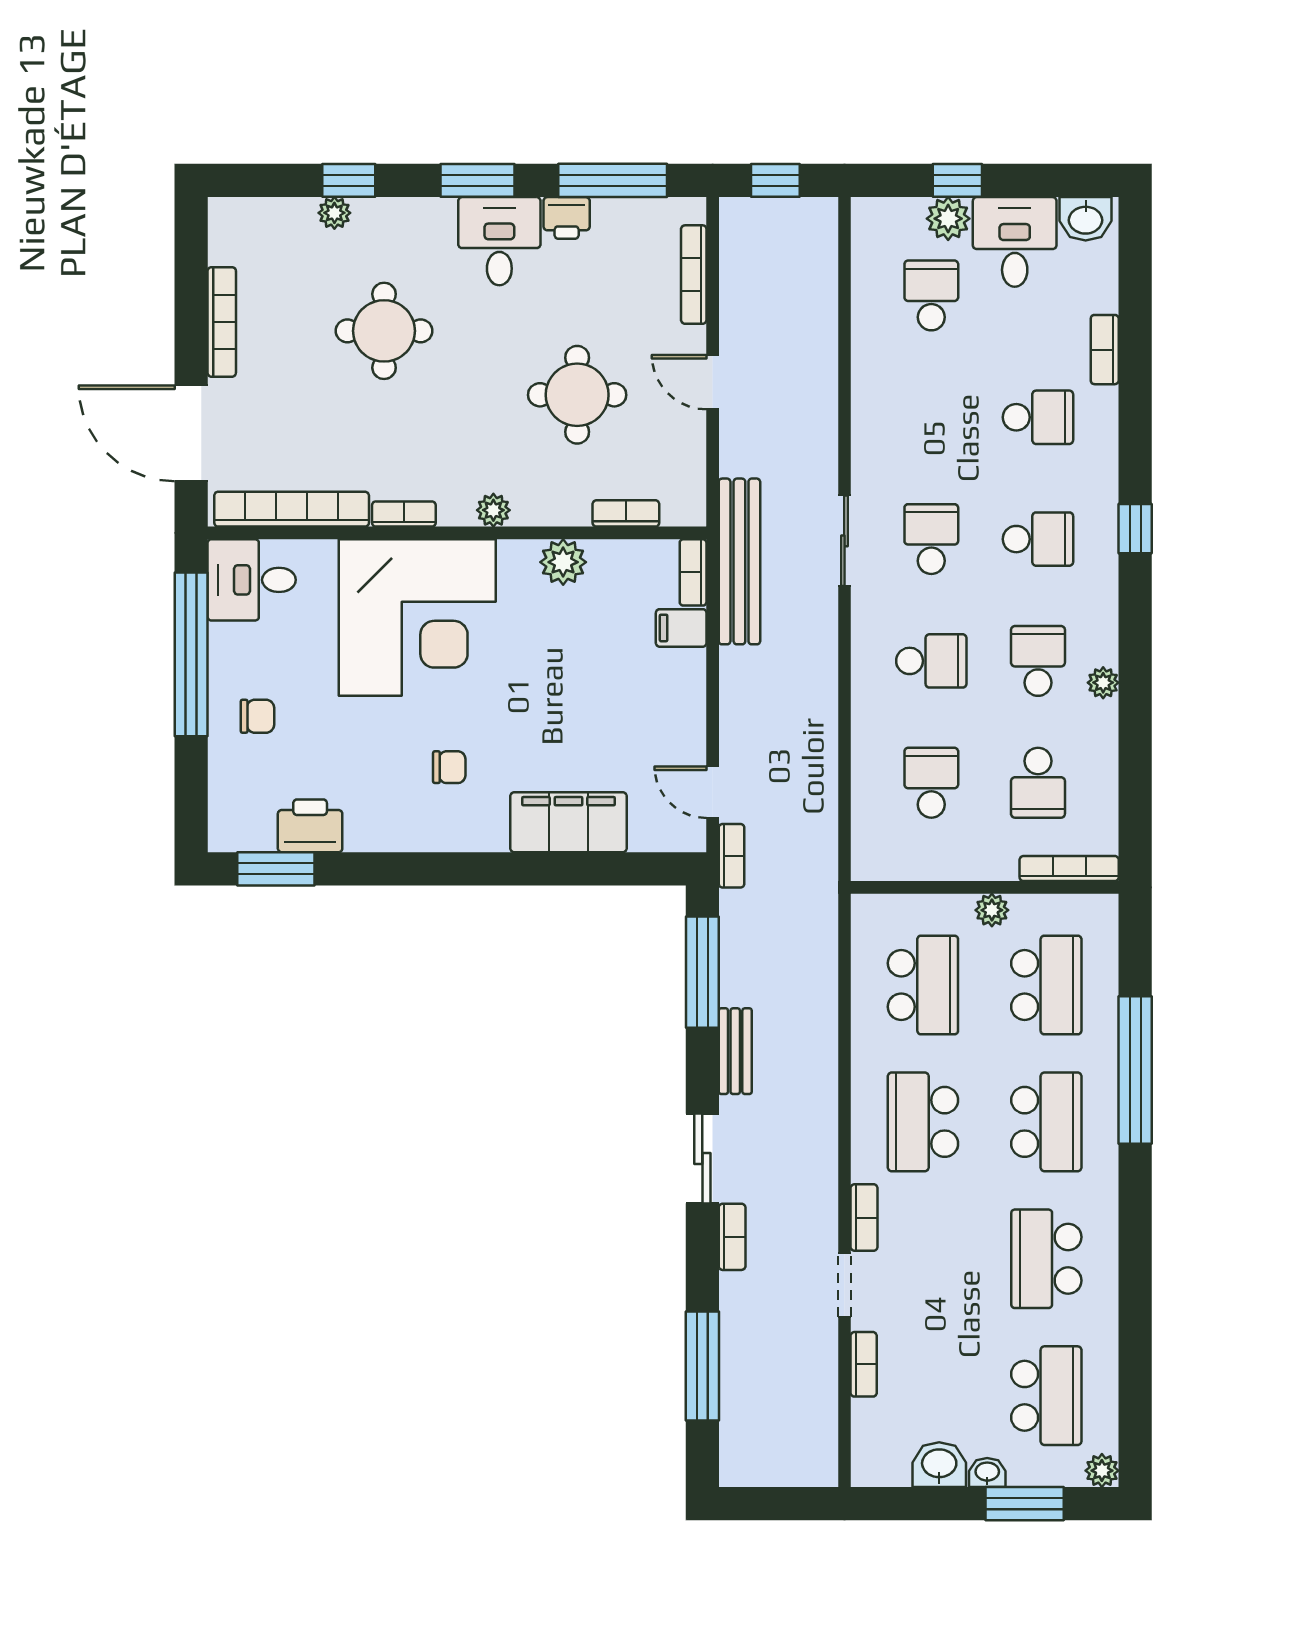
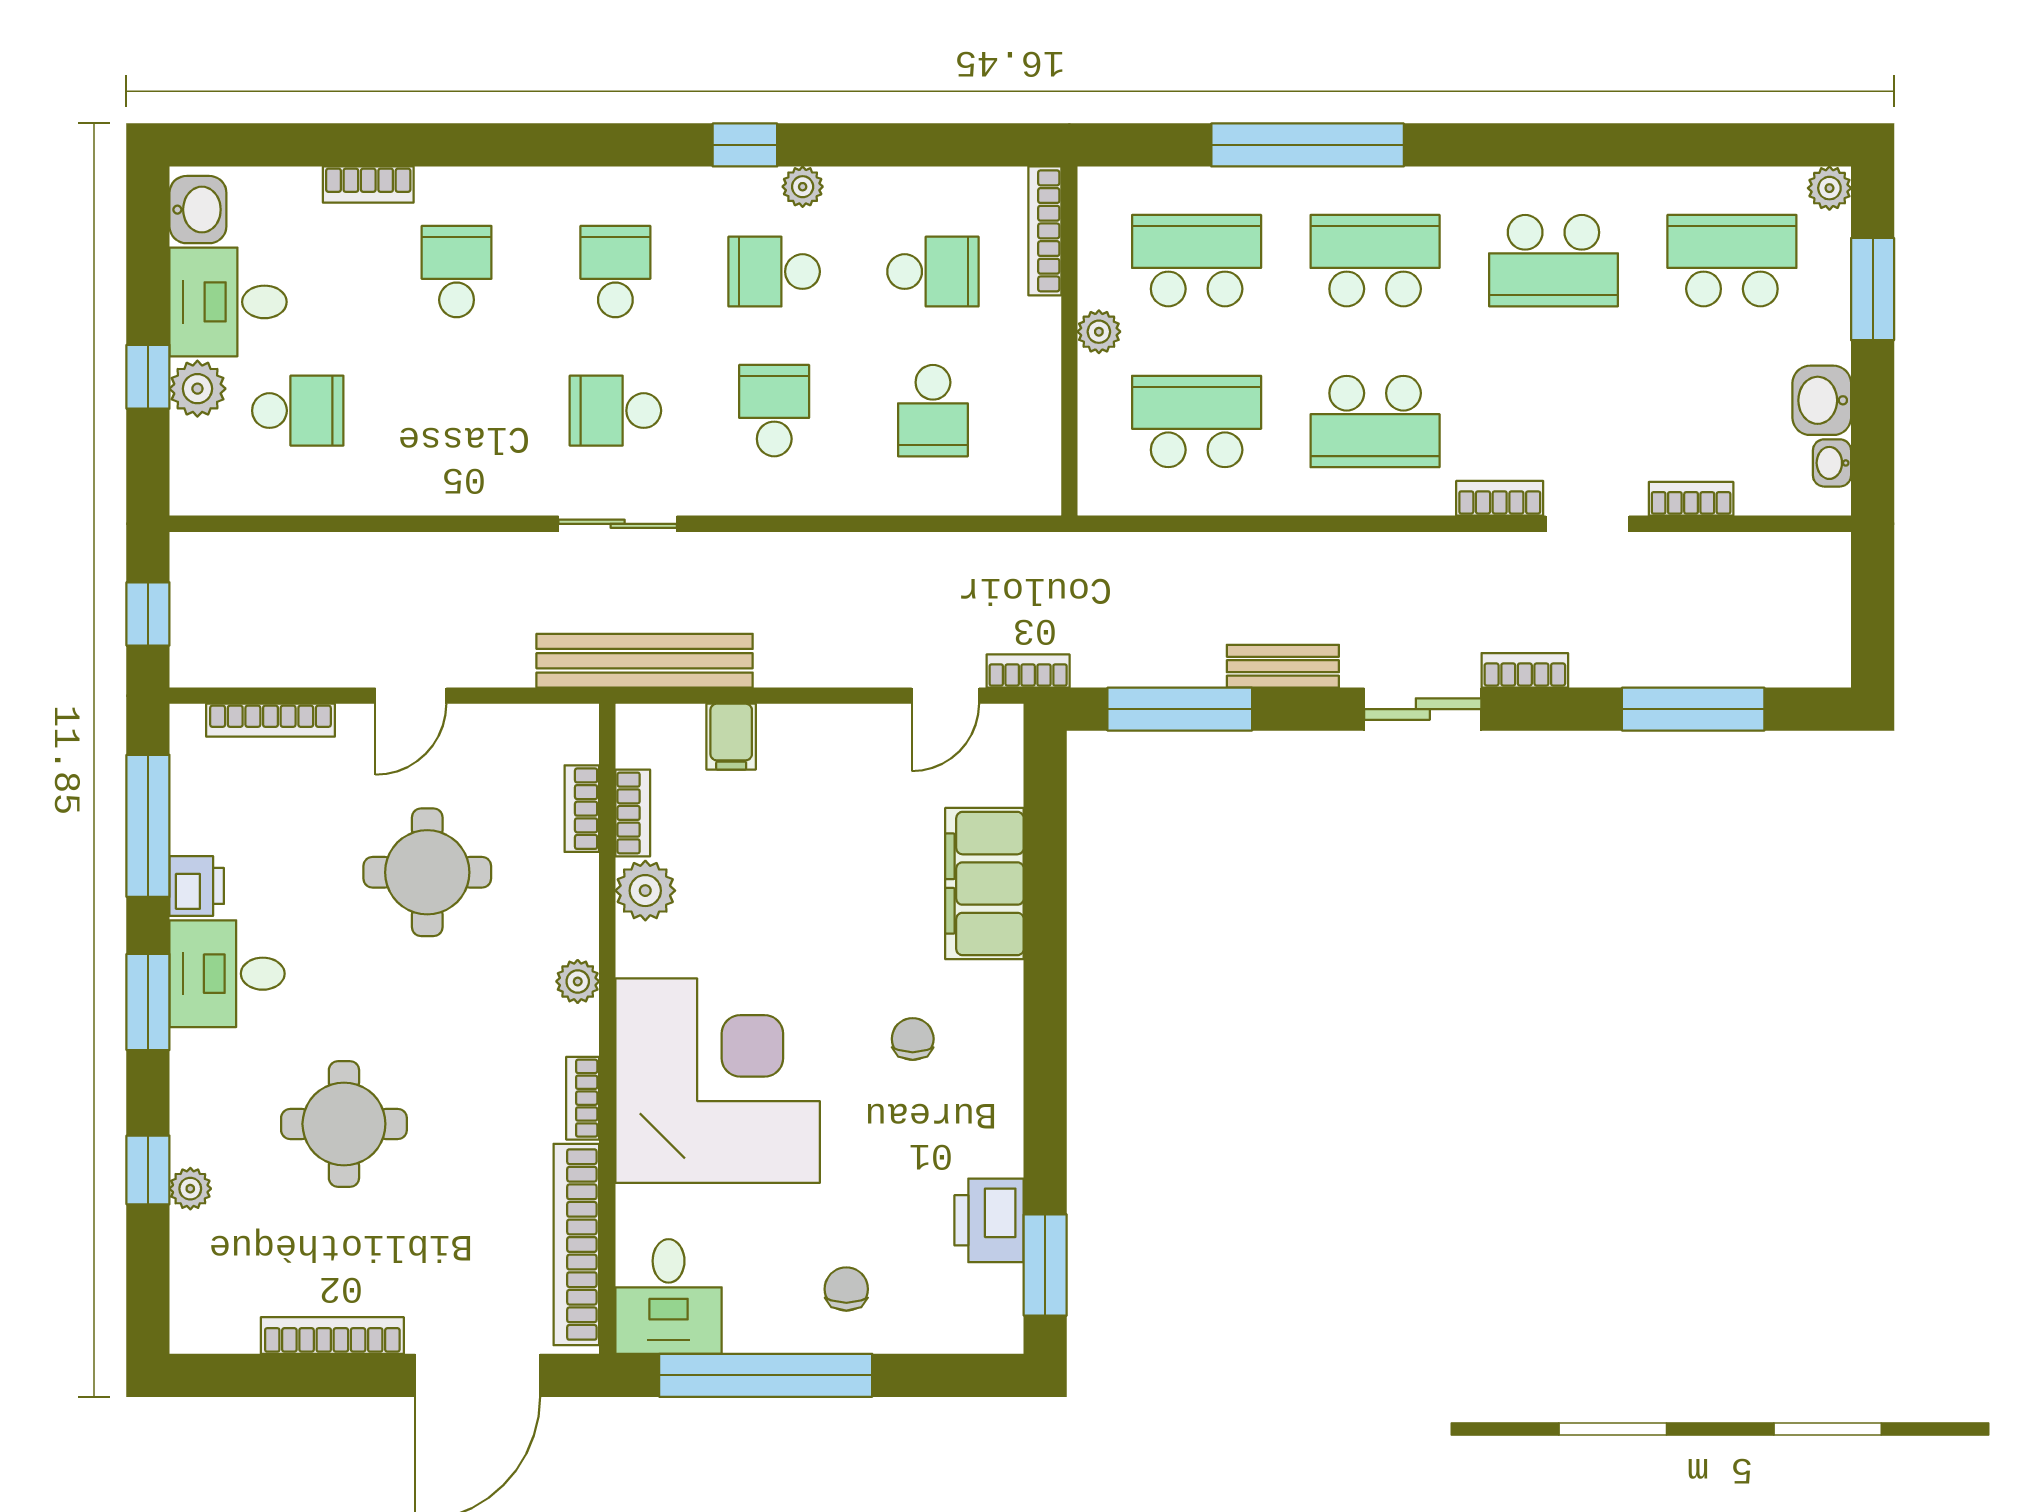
school desk: (931, 295) -> (298, 411), turned 180
window: (1135, 529) -> (745, 145), moved
bookcase: (693, 572) -> (633, 813), moved, turned -90
school desk: (931, 783) -> (933, 411), turned -90
washbasin: (987, 1472) -> (1832, 463), moved

